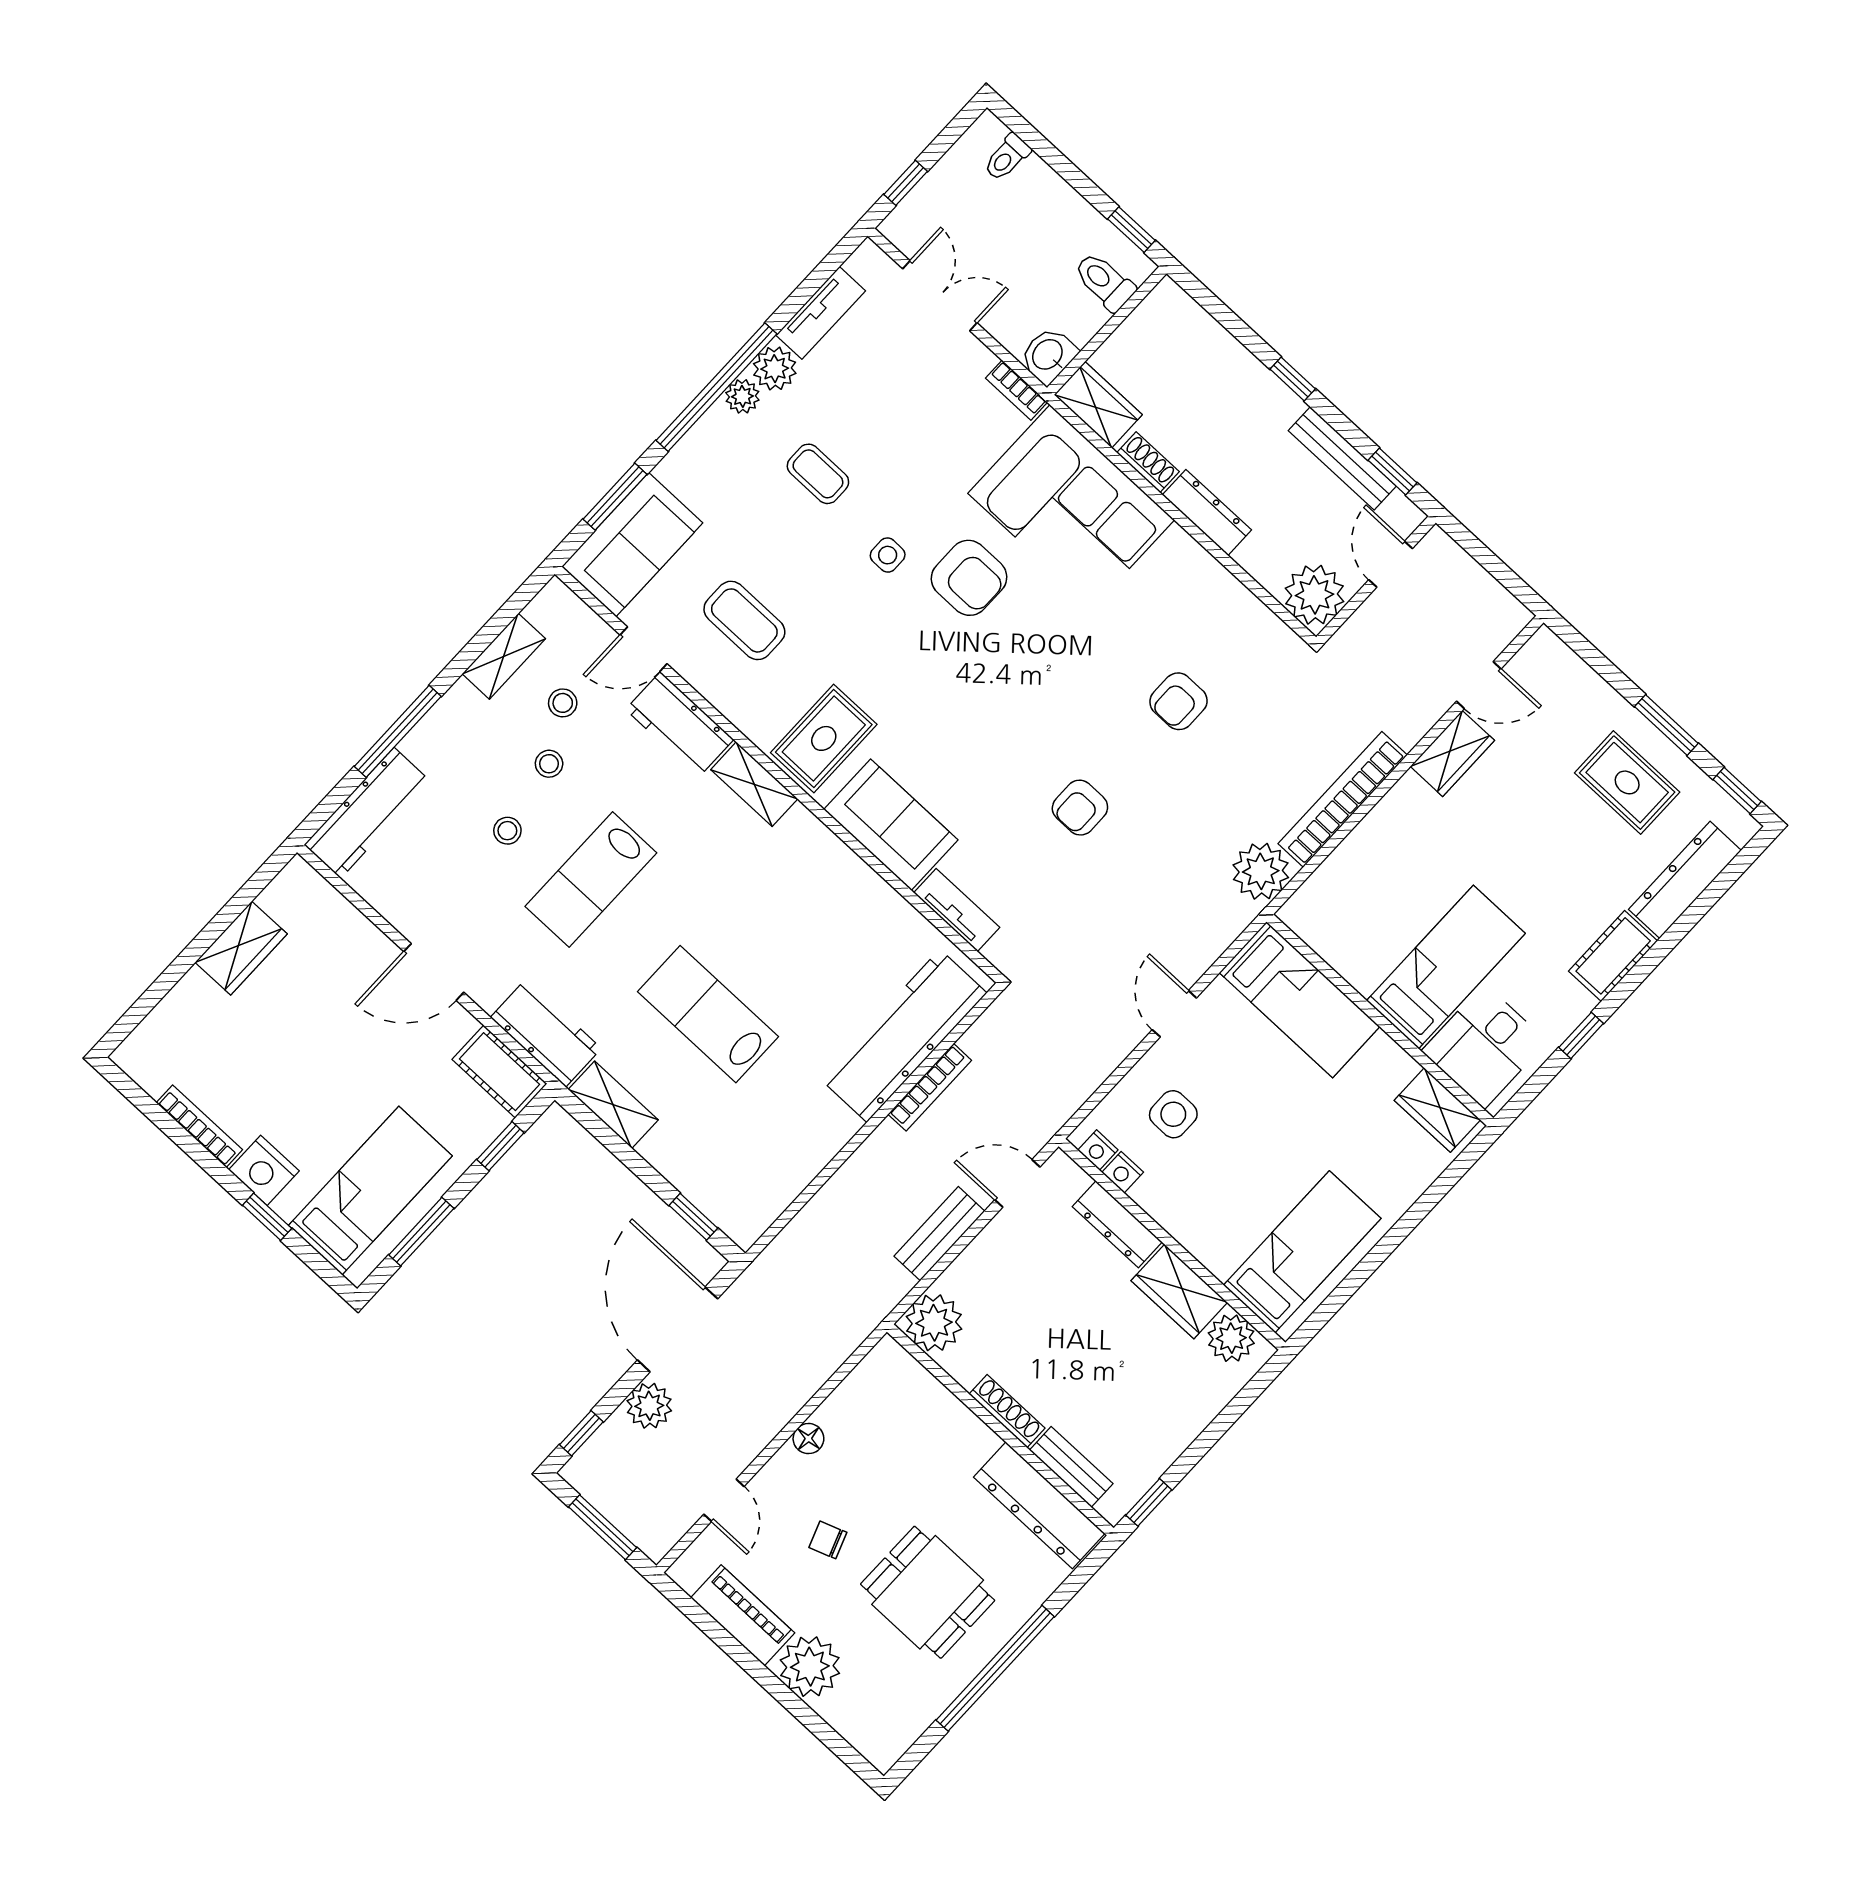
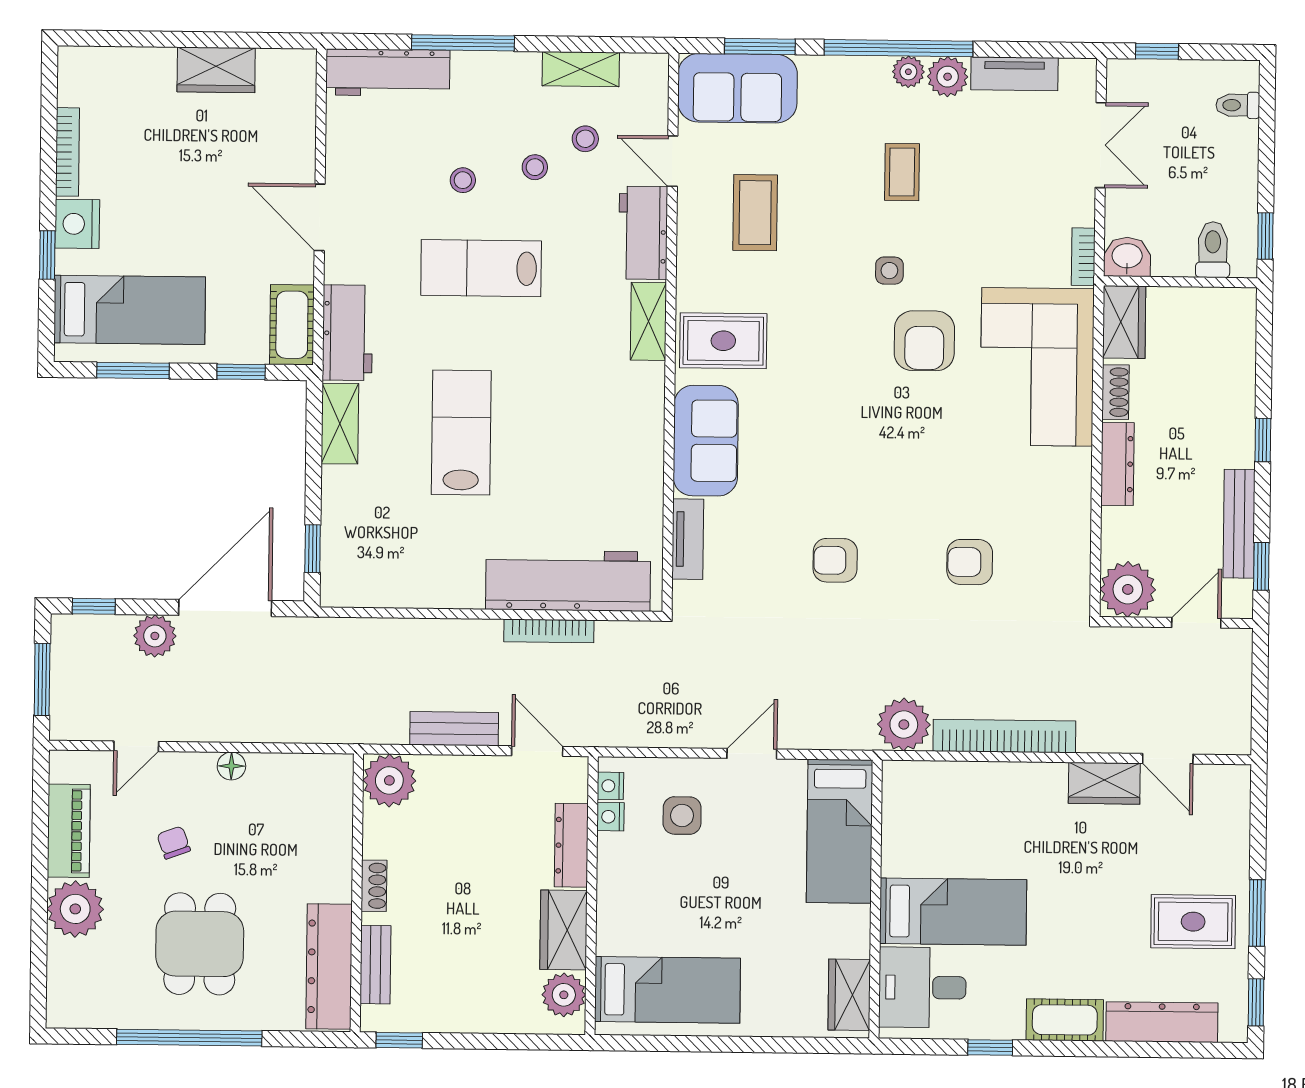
rug: (1627, 782) -> (1193, 922), turned 90
shoe rack: (1007, 1411) -> (374, 886), width x0.70

